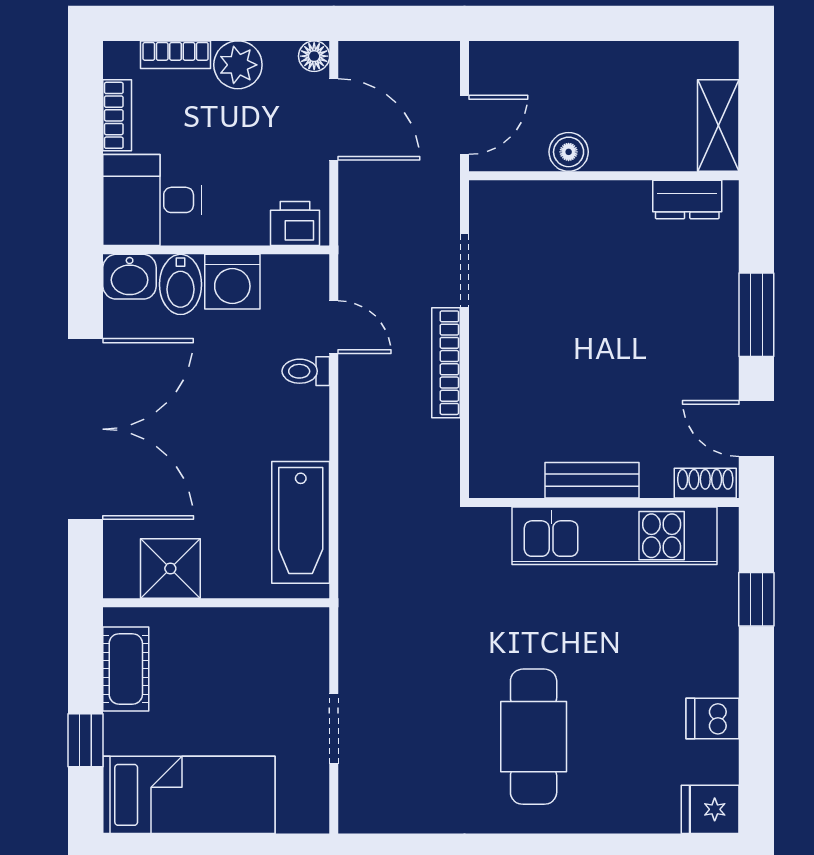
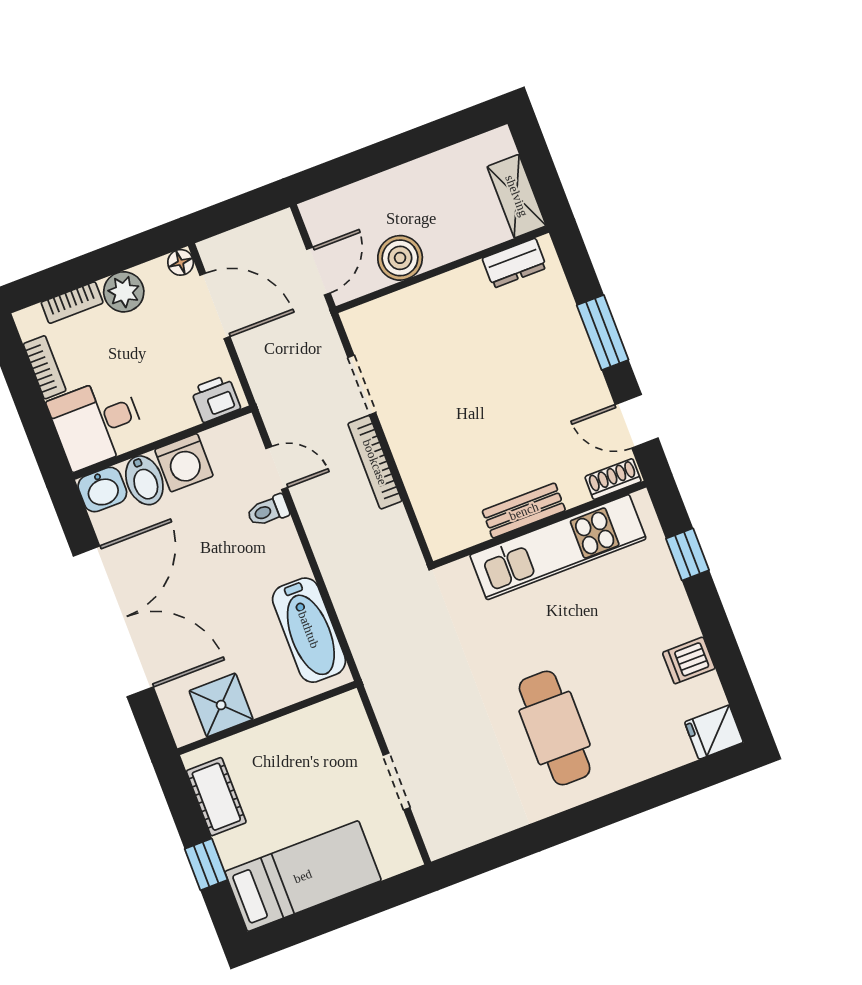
boiler: (569, 152) -> (400, 258), width x1.36, depth x1.36

